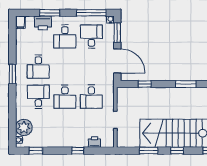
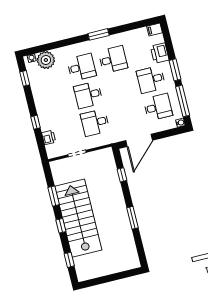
window: (50, 13) -> (175, 70), moved
window: (117, 32) -> (169, 133), removed
desk: (38, 67) -> (113, 60), turned 180

